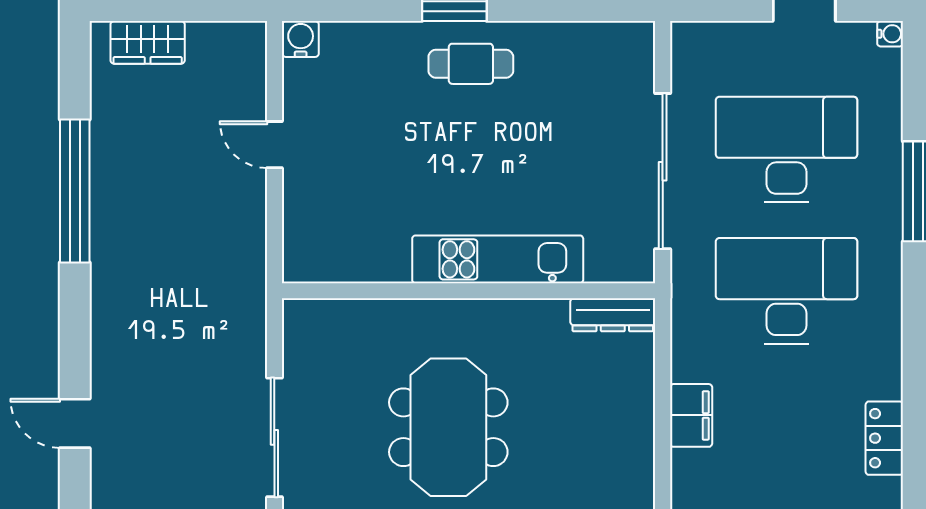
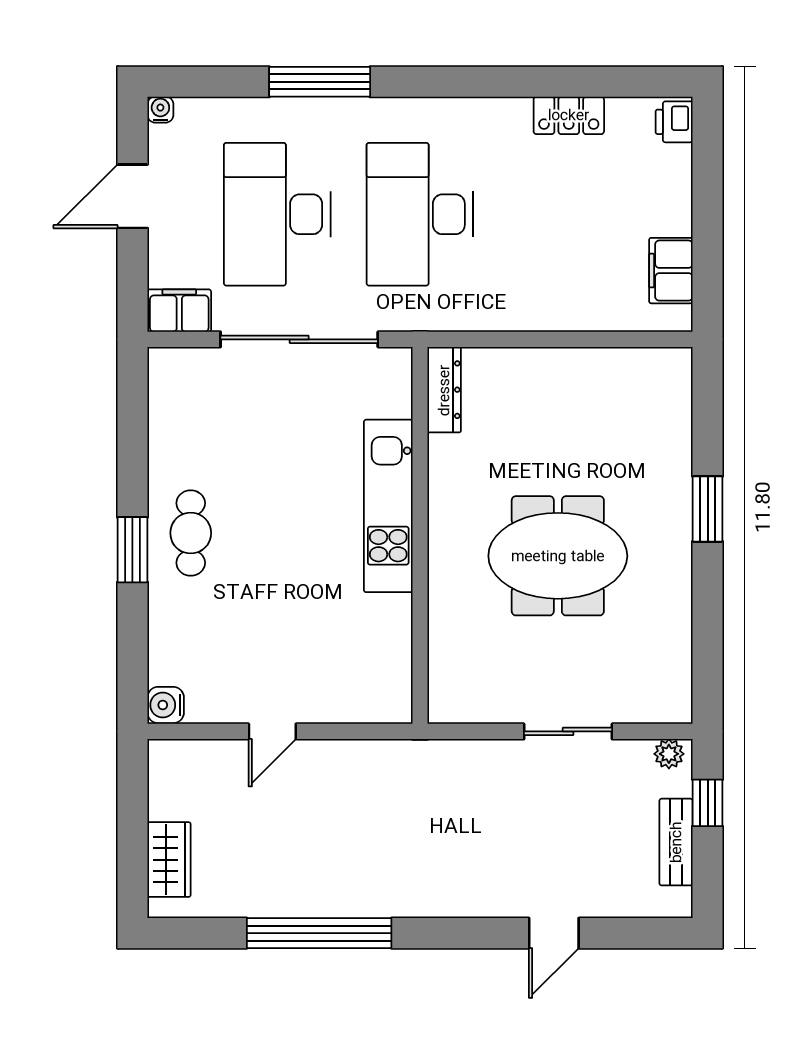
filing cabinet: (691, 415) -> (179, 311), moved
sliding door: (274, 437) -> (568, 731), width x0.73

